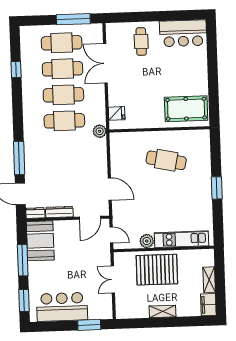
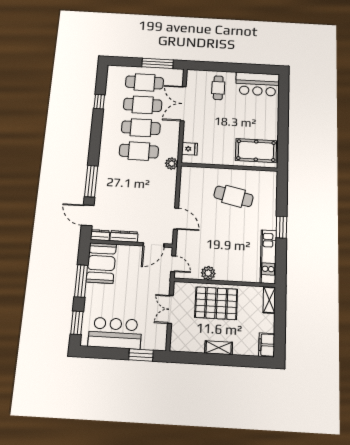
kitchen unit: (182, 239) -> (268, 257), moved, turned -90
shelving: (209, 280) -> (269, 300), moved

